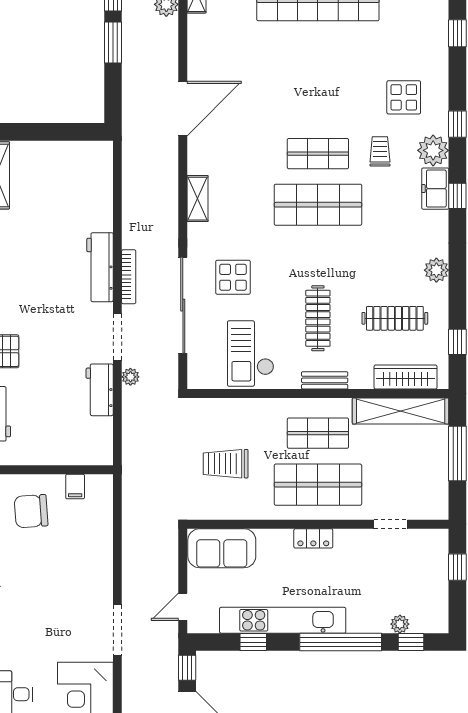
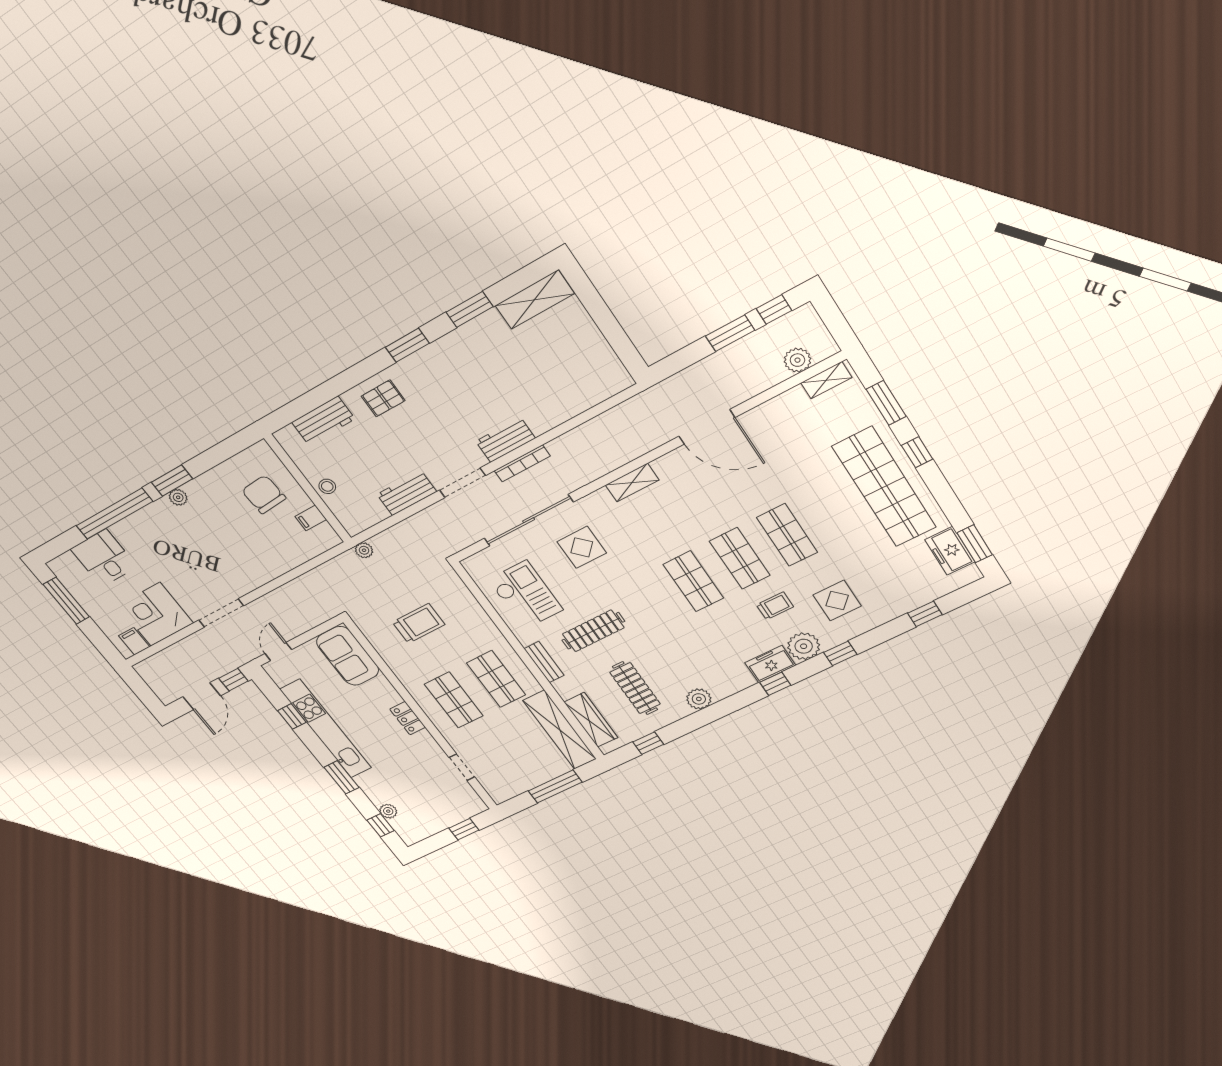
shop shelf: (318, 102) -> (787, 535), added
shop shelf: (318, 205) -> (693, 581), width x0.70, depth x0.74
workbench: (100, 267) -> (505, 440), width x0.73
checkout: (251, 353) -> (525, 595), turned 90
plant: (130, 377) -> (364, 550), moved
stool: (55, 452) -> (327, 486), added
trolley: (226, 464) -> (419, 623), turned 90
shop shelf: (318, 485) -> (454, 700), width x0.70, depth x0.74
door: (183, 607) -> (278, 652), hinge flipped
window: (341, 642) -> (341, 777), width x0.47

